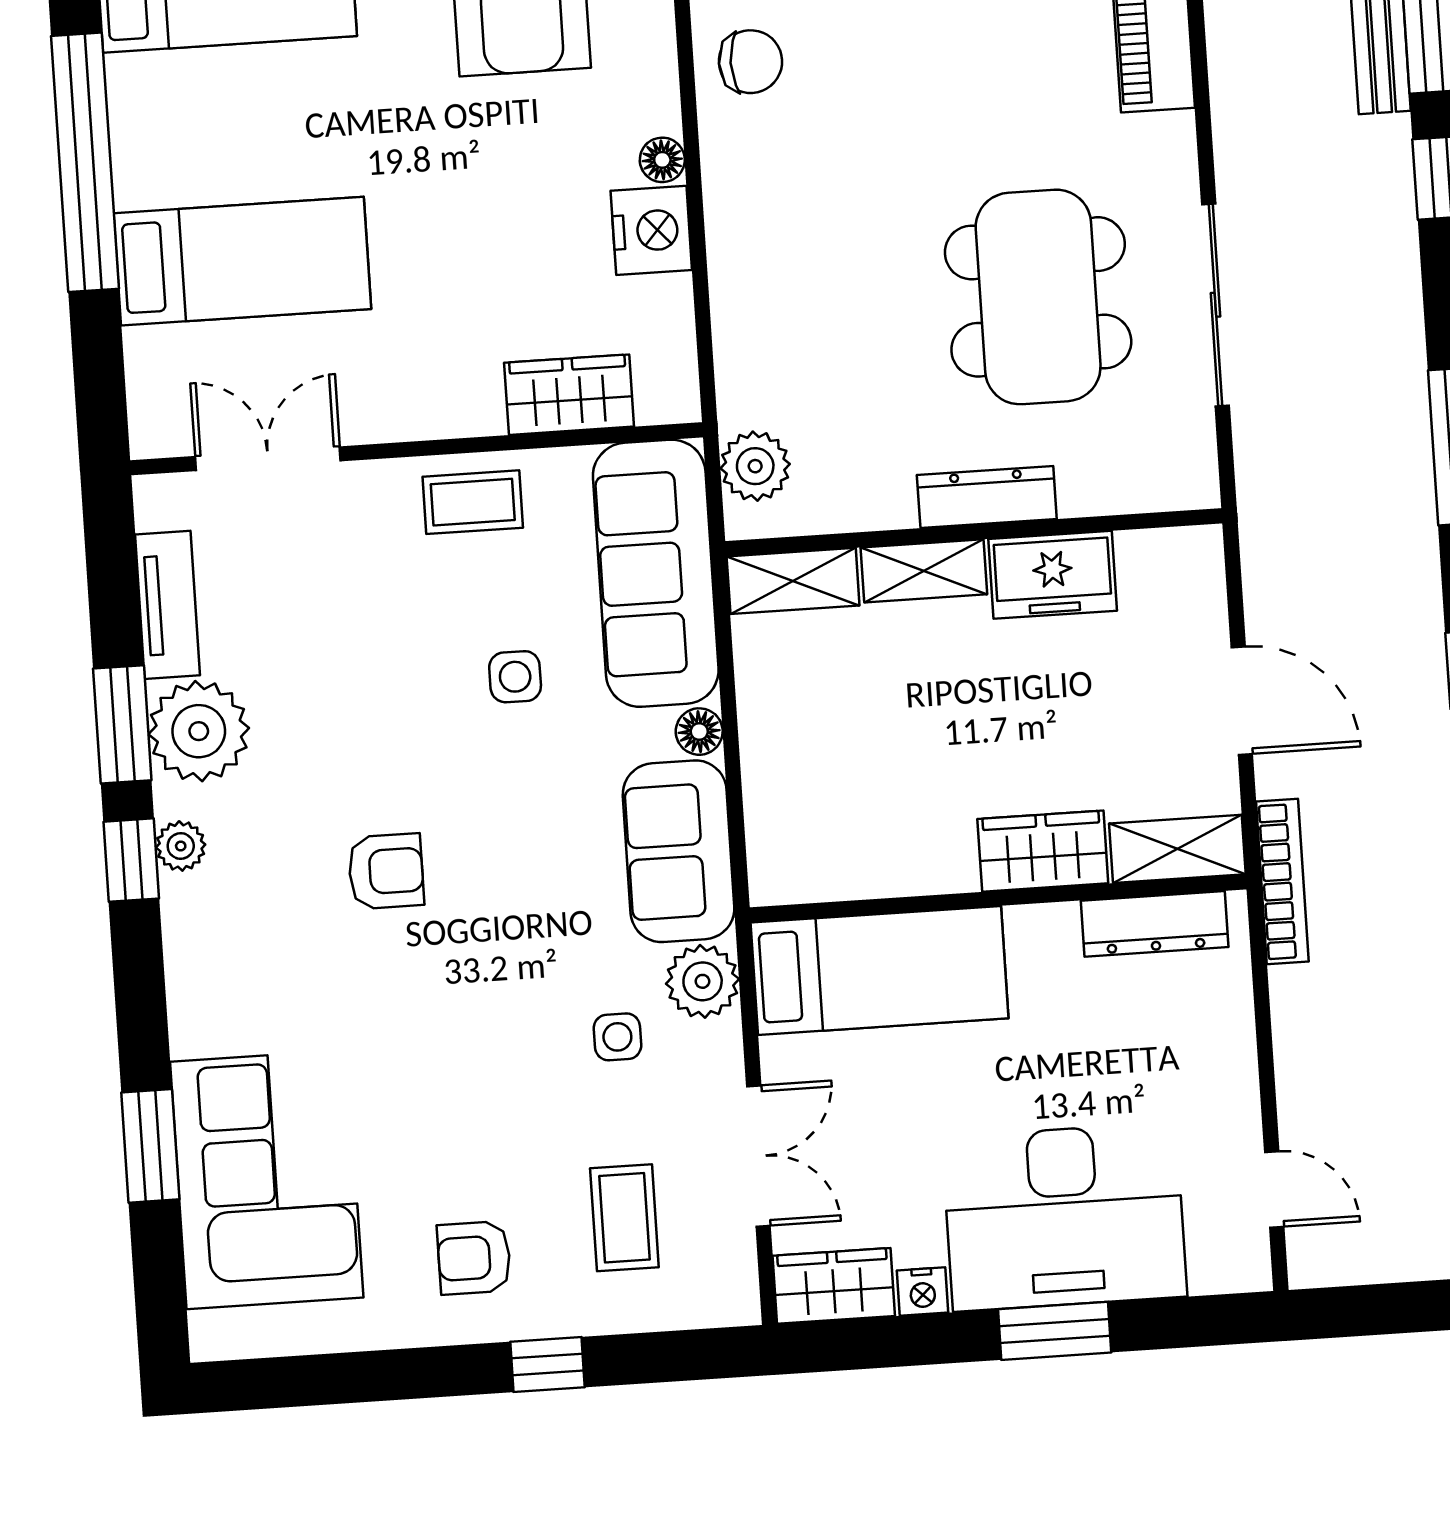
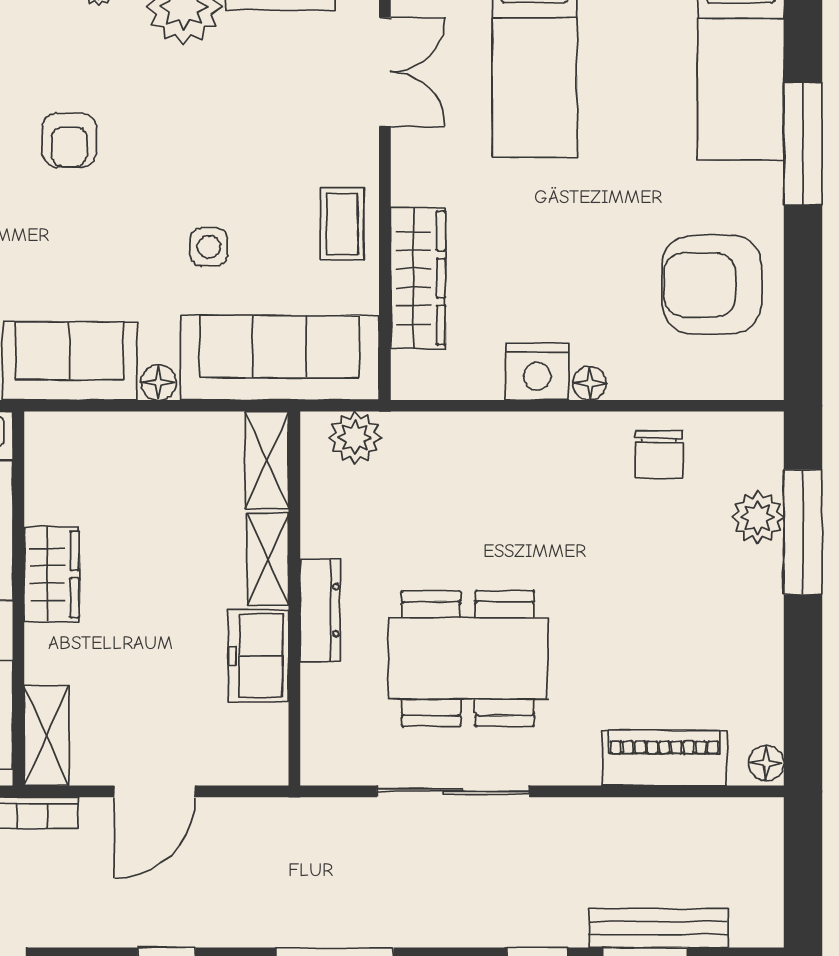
wardrobe: (569, 395) -> (418, 278), width x1.50
wardrobe: (1043, 851) -> (52, 574), moved

